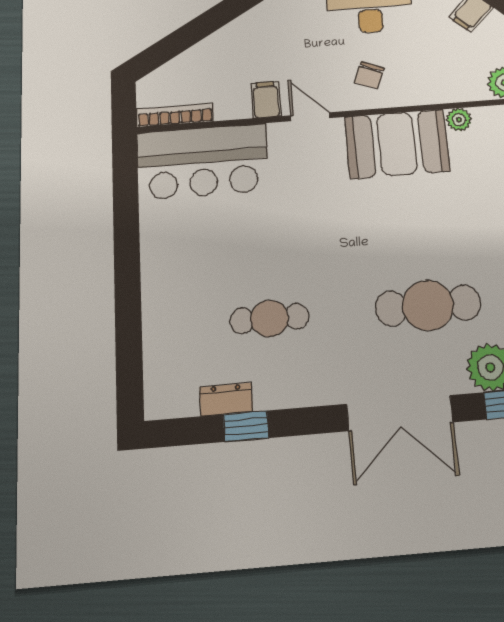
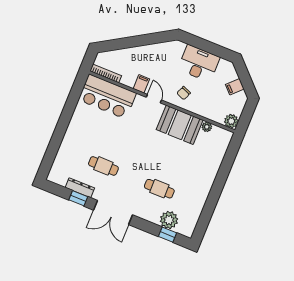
cafe table: (428, 305) -> (159, 189), width x0.73, depth x0.74
dresser: (226, 399) -> (80, 188), width x1.44
double door: (400, 413) -> (113, 212), moved

